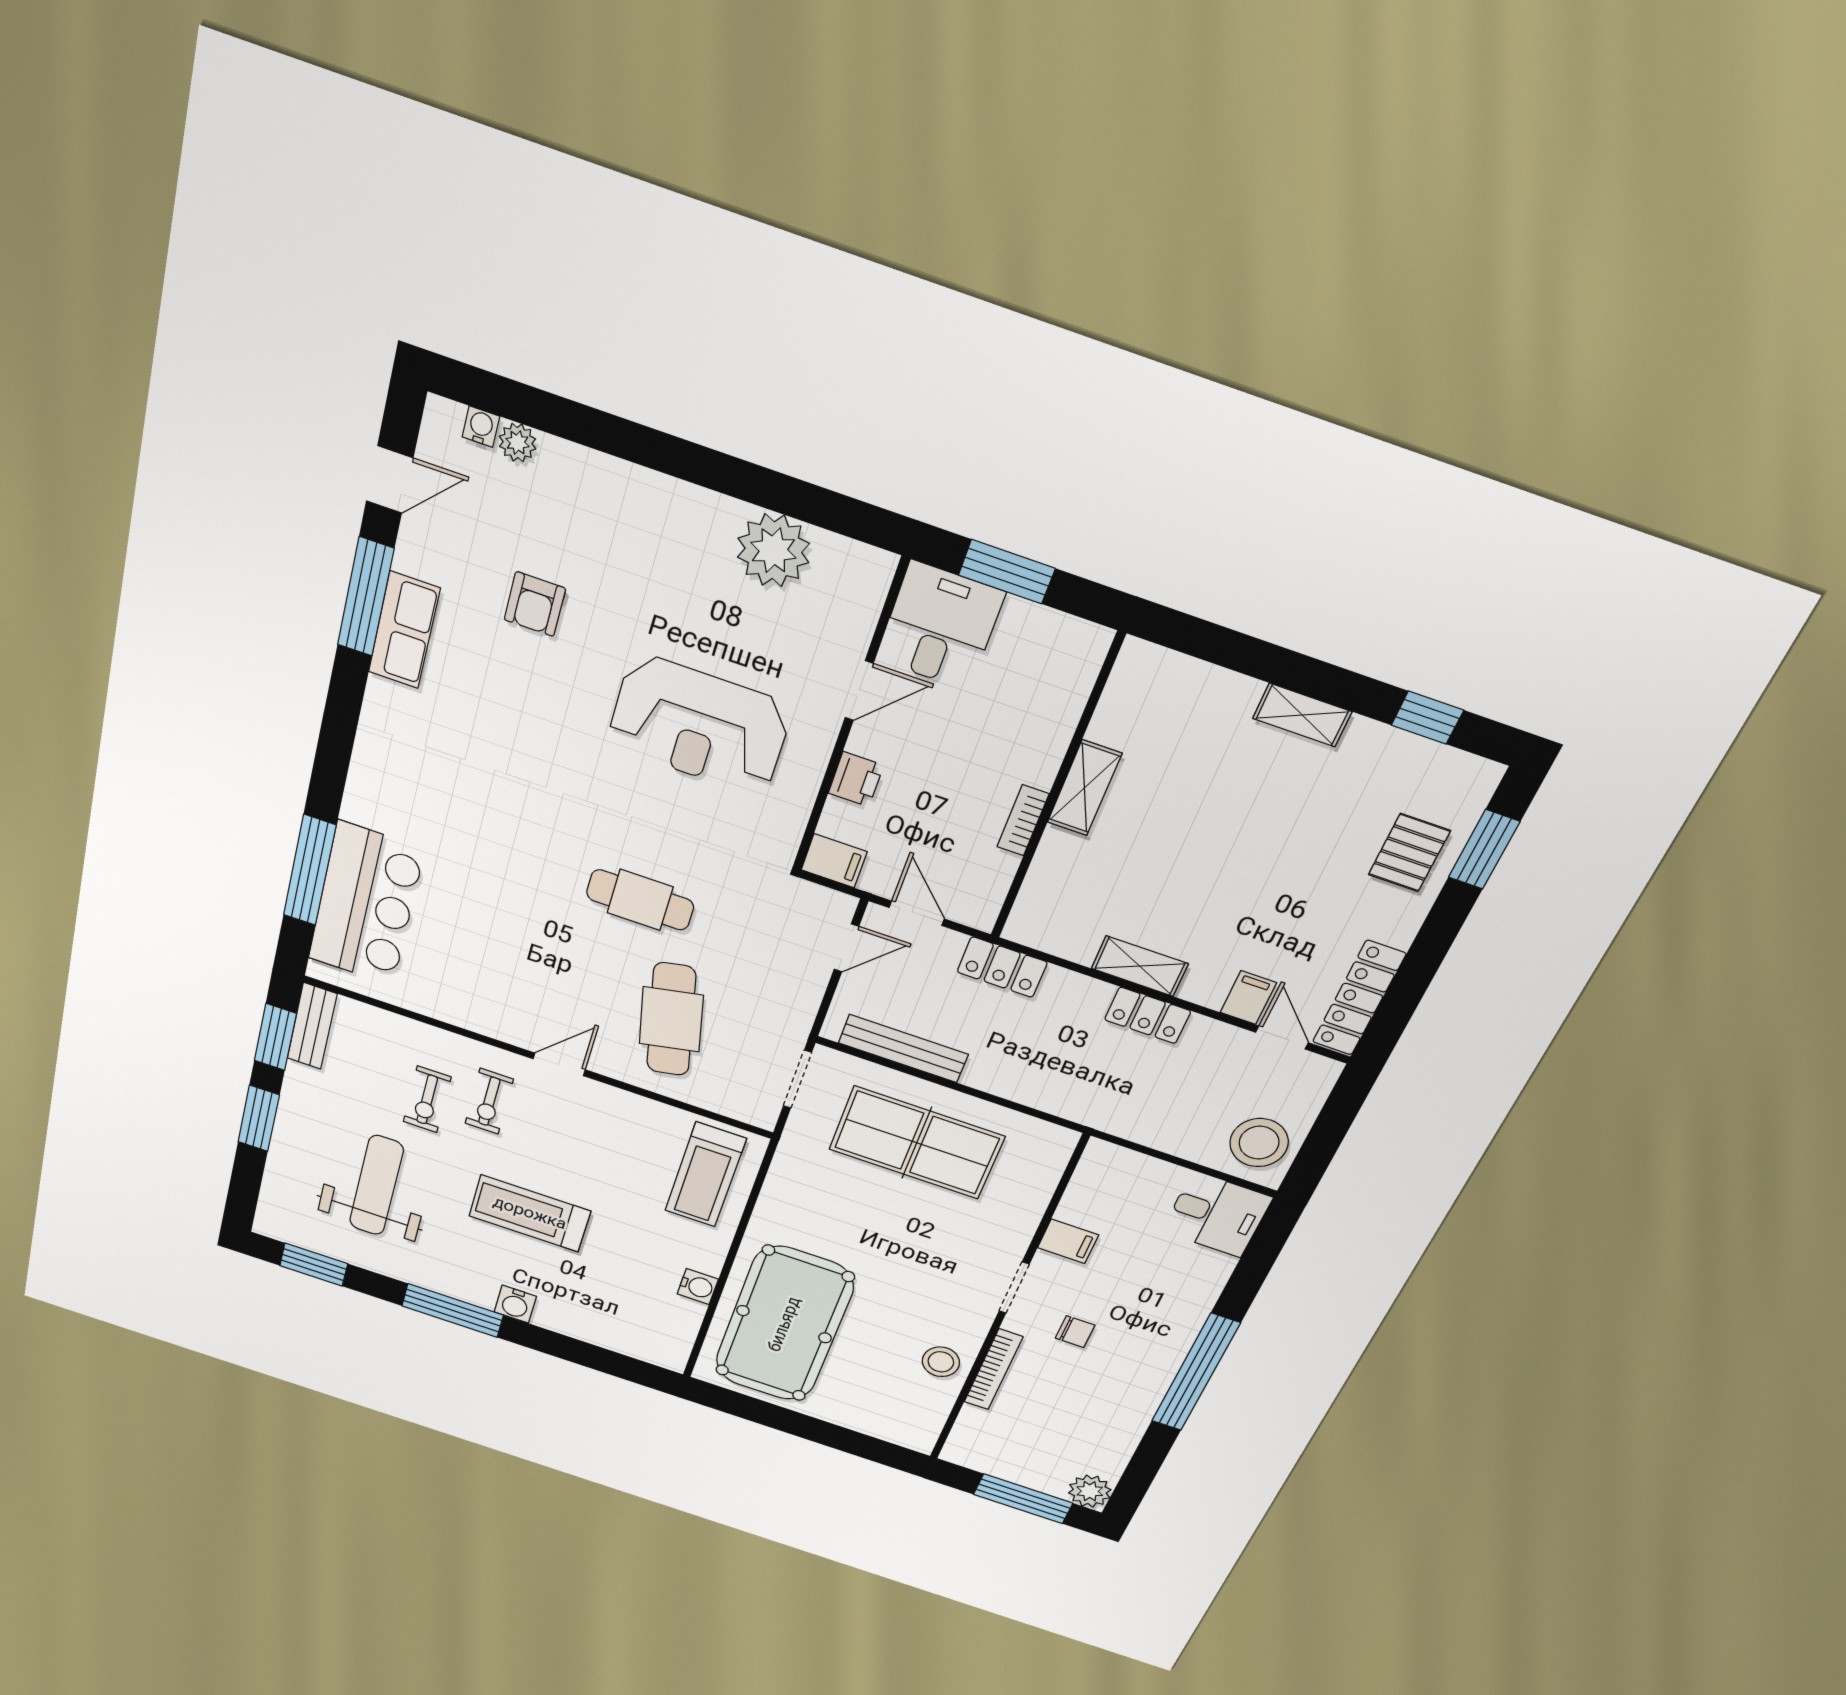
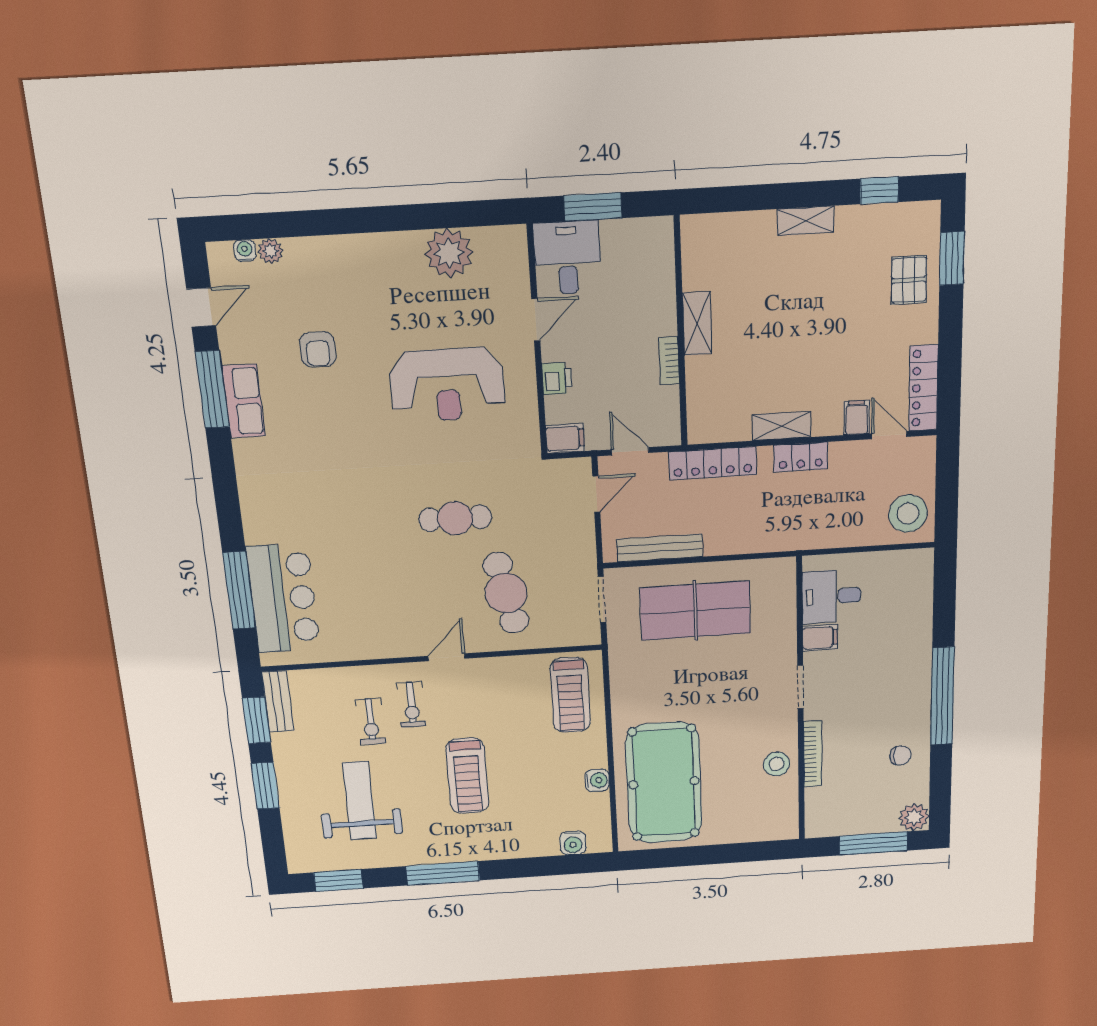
locker: (1002, 967) -> (713, 463), width x1.53
treadmill: (530, 1213) -> (467, 776), turned -90
desk: (1217, 1214) -> (831, 596), moved, turned 180
water cooler: (515, 1304) -> (573, 843), moved
chair: (1075, 1332) -> (900, 756), moved

